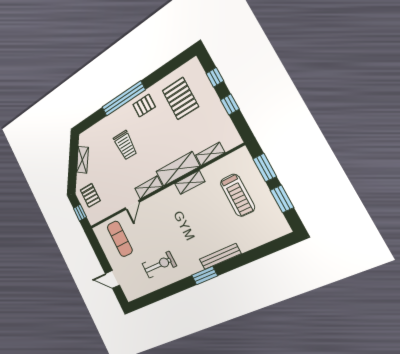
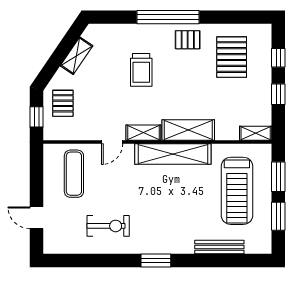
shelving: (210, 154) -> (256, 133), moved
shelving: (190, 182) -> (173, 154), width x2.20, depth x1.33
treadmill: (237, 195) -> (237, 191), width x1.37, depth x1.38
bench: (220, 256) -> (219, 247), moved

